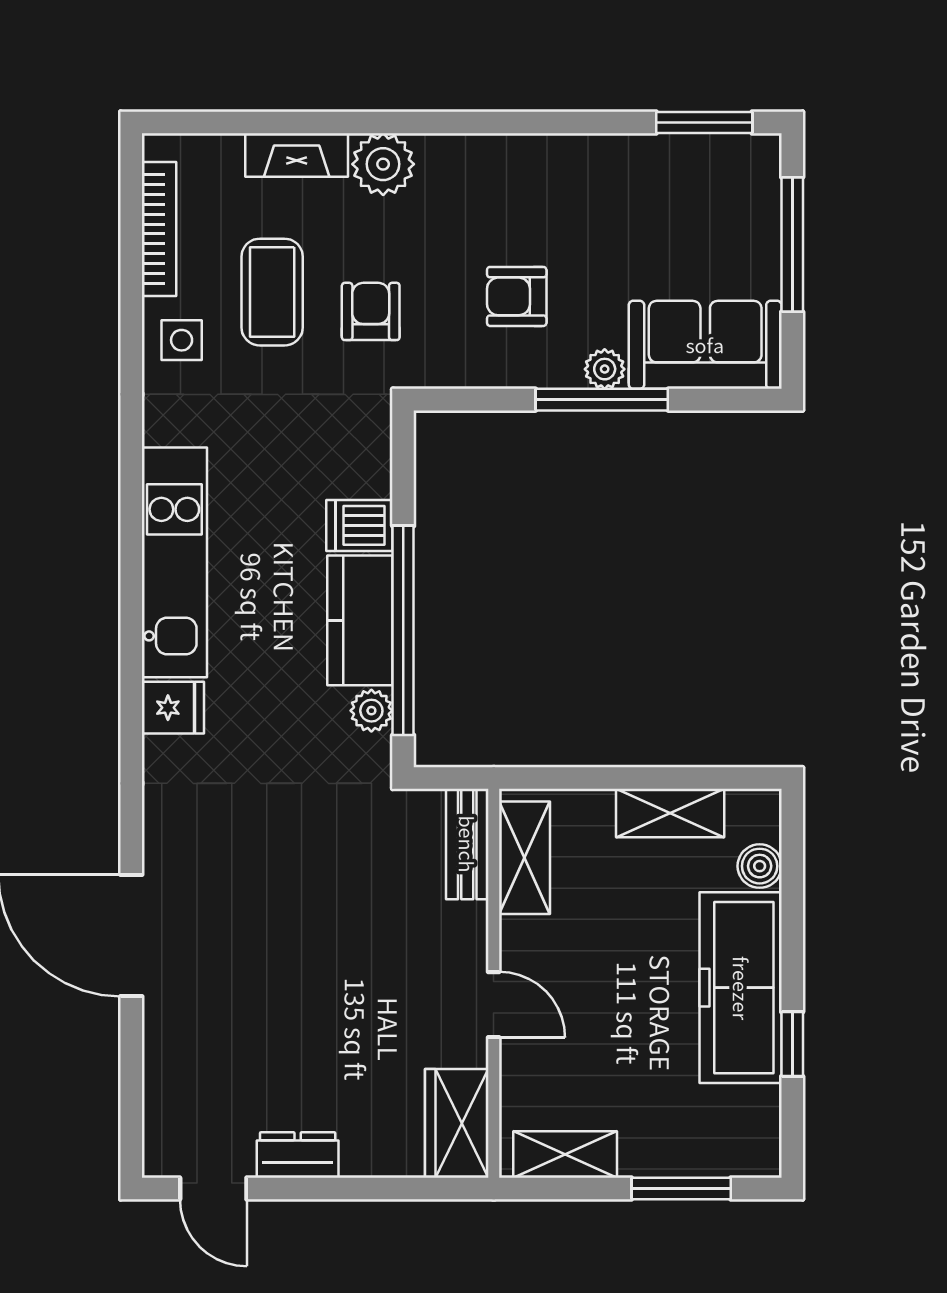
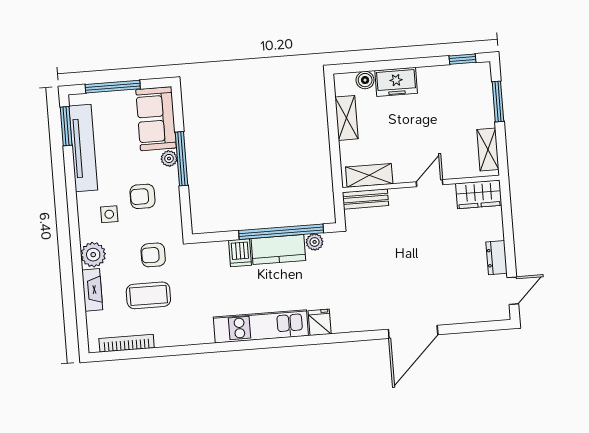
tv unit: (647, 160) -> (83, 148), added
armchair: (517, 296) -> (142, 196), turned 90
side table: (182, 340) -> (109, 214), moved
freezer: (741, 988) -> (396, 82), width x0.52, depth x0.79
window: (792, 1044) -> (462, 59), moved

